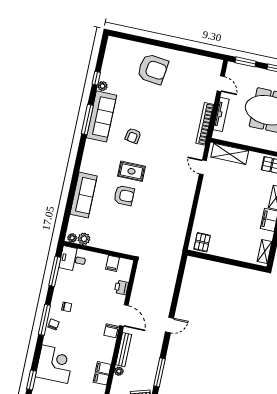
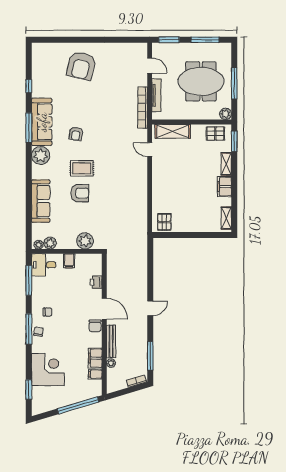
armchair: (153, 69) -> (81, 66), turned 96
plant: (102, 86) -> (41, 155), moved, width x1.87, depth x1.87
plant: (119, 244) -> (85, 241), added
filing cabinet: (113, 263) -> (69, 261), moved
filing cabinet: (103, 368) -> (95, 358), width x2.00

